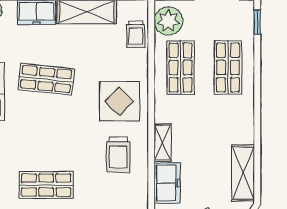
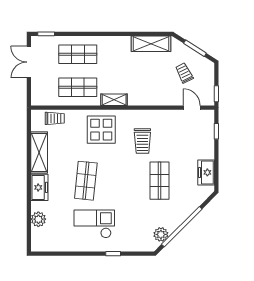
plant: (168, 21) -> (45, 96), removed
shelving: (163, 143) -> (114, 100), moved
trolley: (118, 155) -> (142, 141), moved, turned 90
freezer: (167, 183) -> (158, 97), removed

